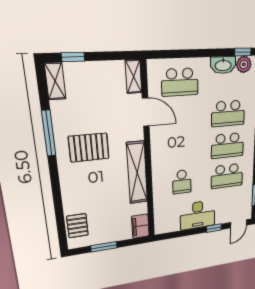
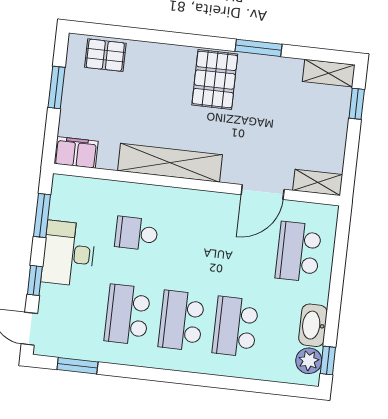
window: (49, 133) -> (259, 48), width x0.69
pallet: (89, 148) -> (215, 80), moved
window: (179, 234) -> (42, 216), added

